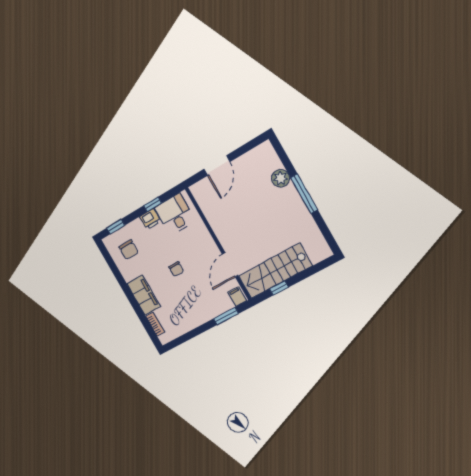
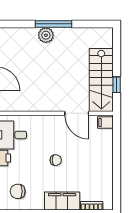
plant: (281, 178) -> (46, 35), moved
chair: (129, 250) -> (18, 191), turned 180
window: (226, 316) -> (117, 141), removed

